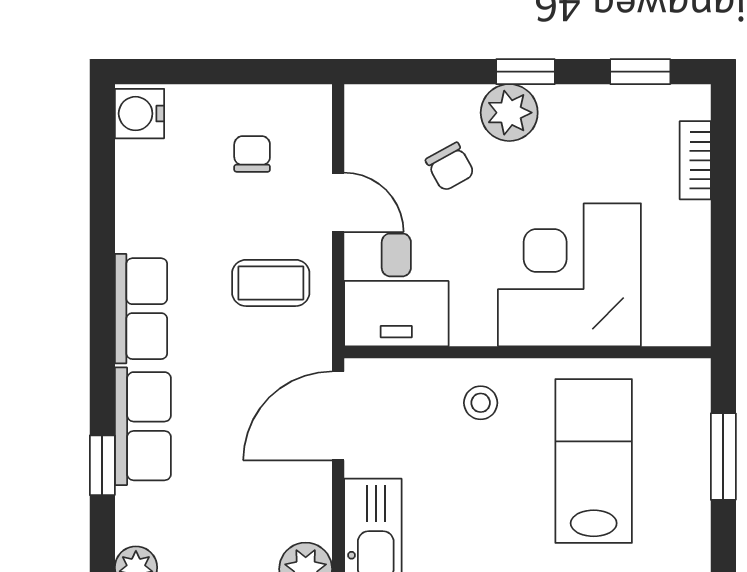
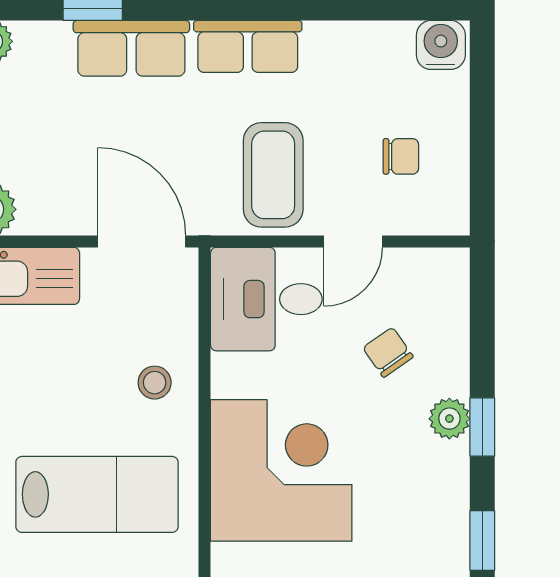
plant: (509, 113) -> (449, 419), width x0.73, depth x0.73
chair: (450, 167) -> (388, 352), turned 84
coffee table: (271, 283) -> (273, 175), width x1.36, depth x1.30

